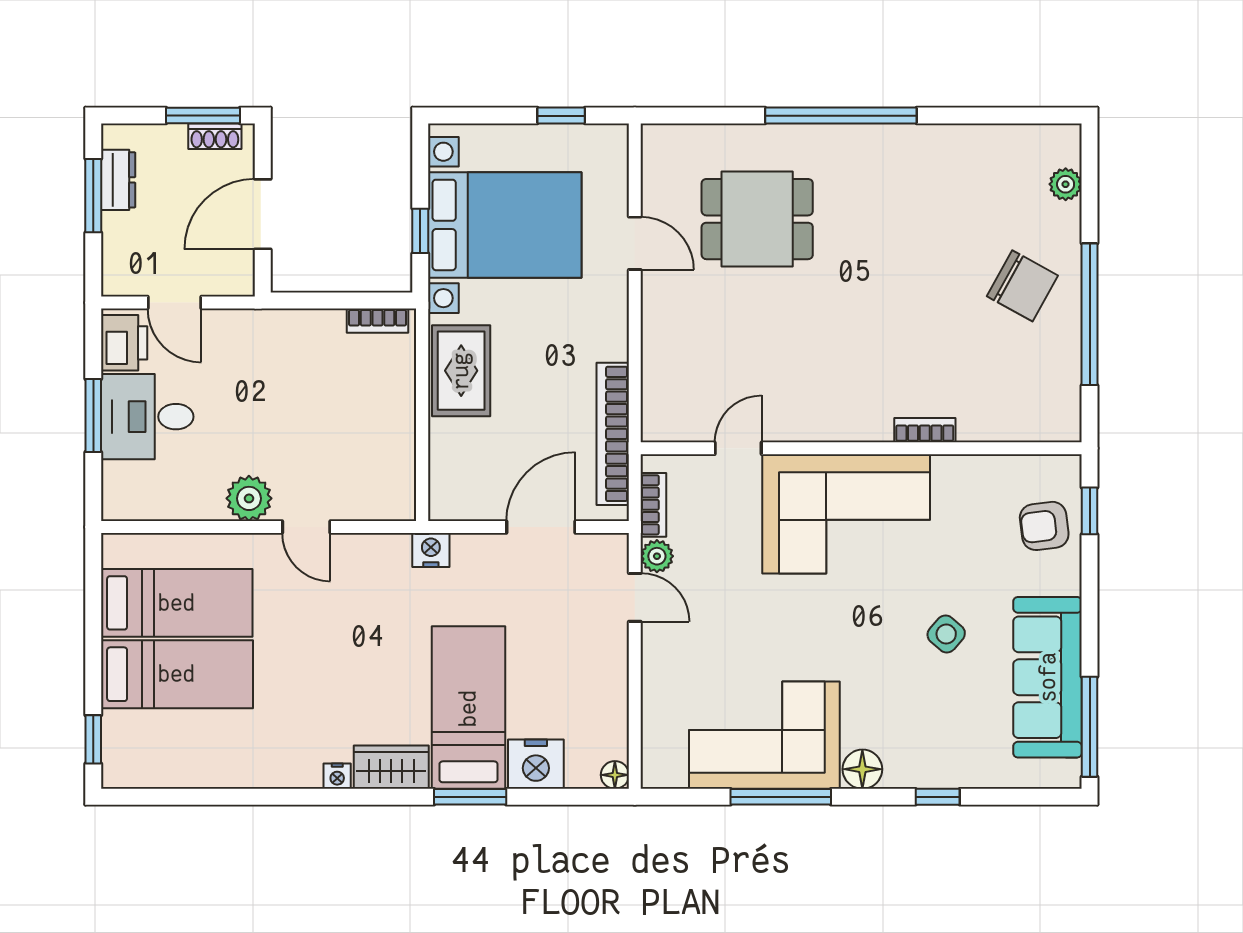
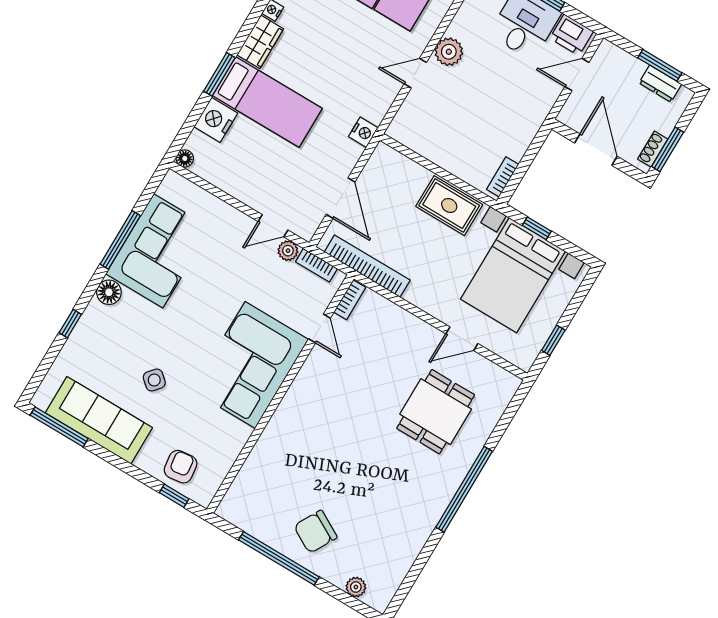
bookcase: (925, 430) -> (350, 300), moved

